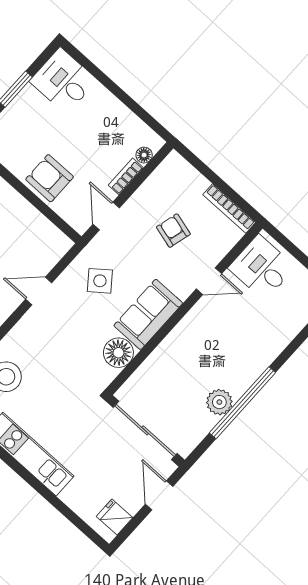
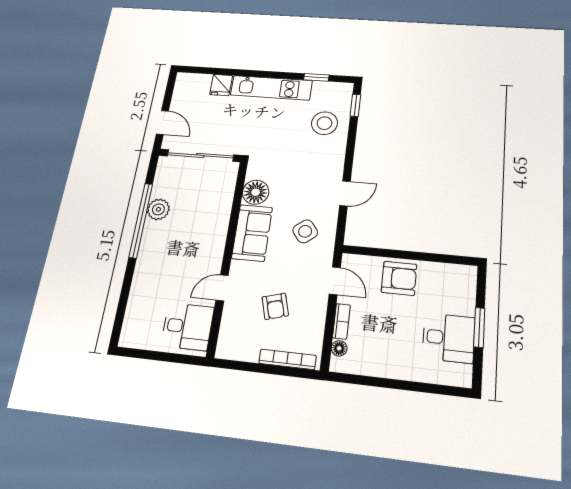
desk: (63, 81) -> (449, 338), moved
bookcase: (229, 208) -> (287, 359), moved
armchair: (173, 231) -> (275, 306), turned 59
fridge: (114, 517) -> (221, 85), moved, turned 90

